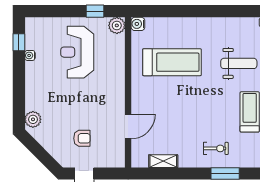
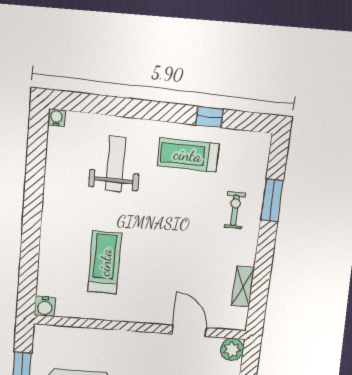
plant: (117, 25) -> (232, 349), moved
treadmill: (172, 62) -> (105, 262), width x0.73, depth x0.73

